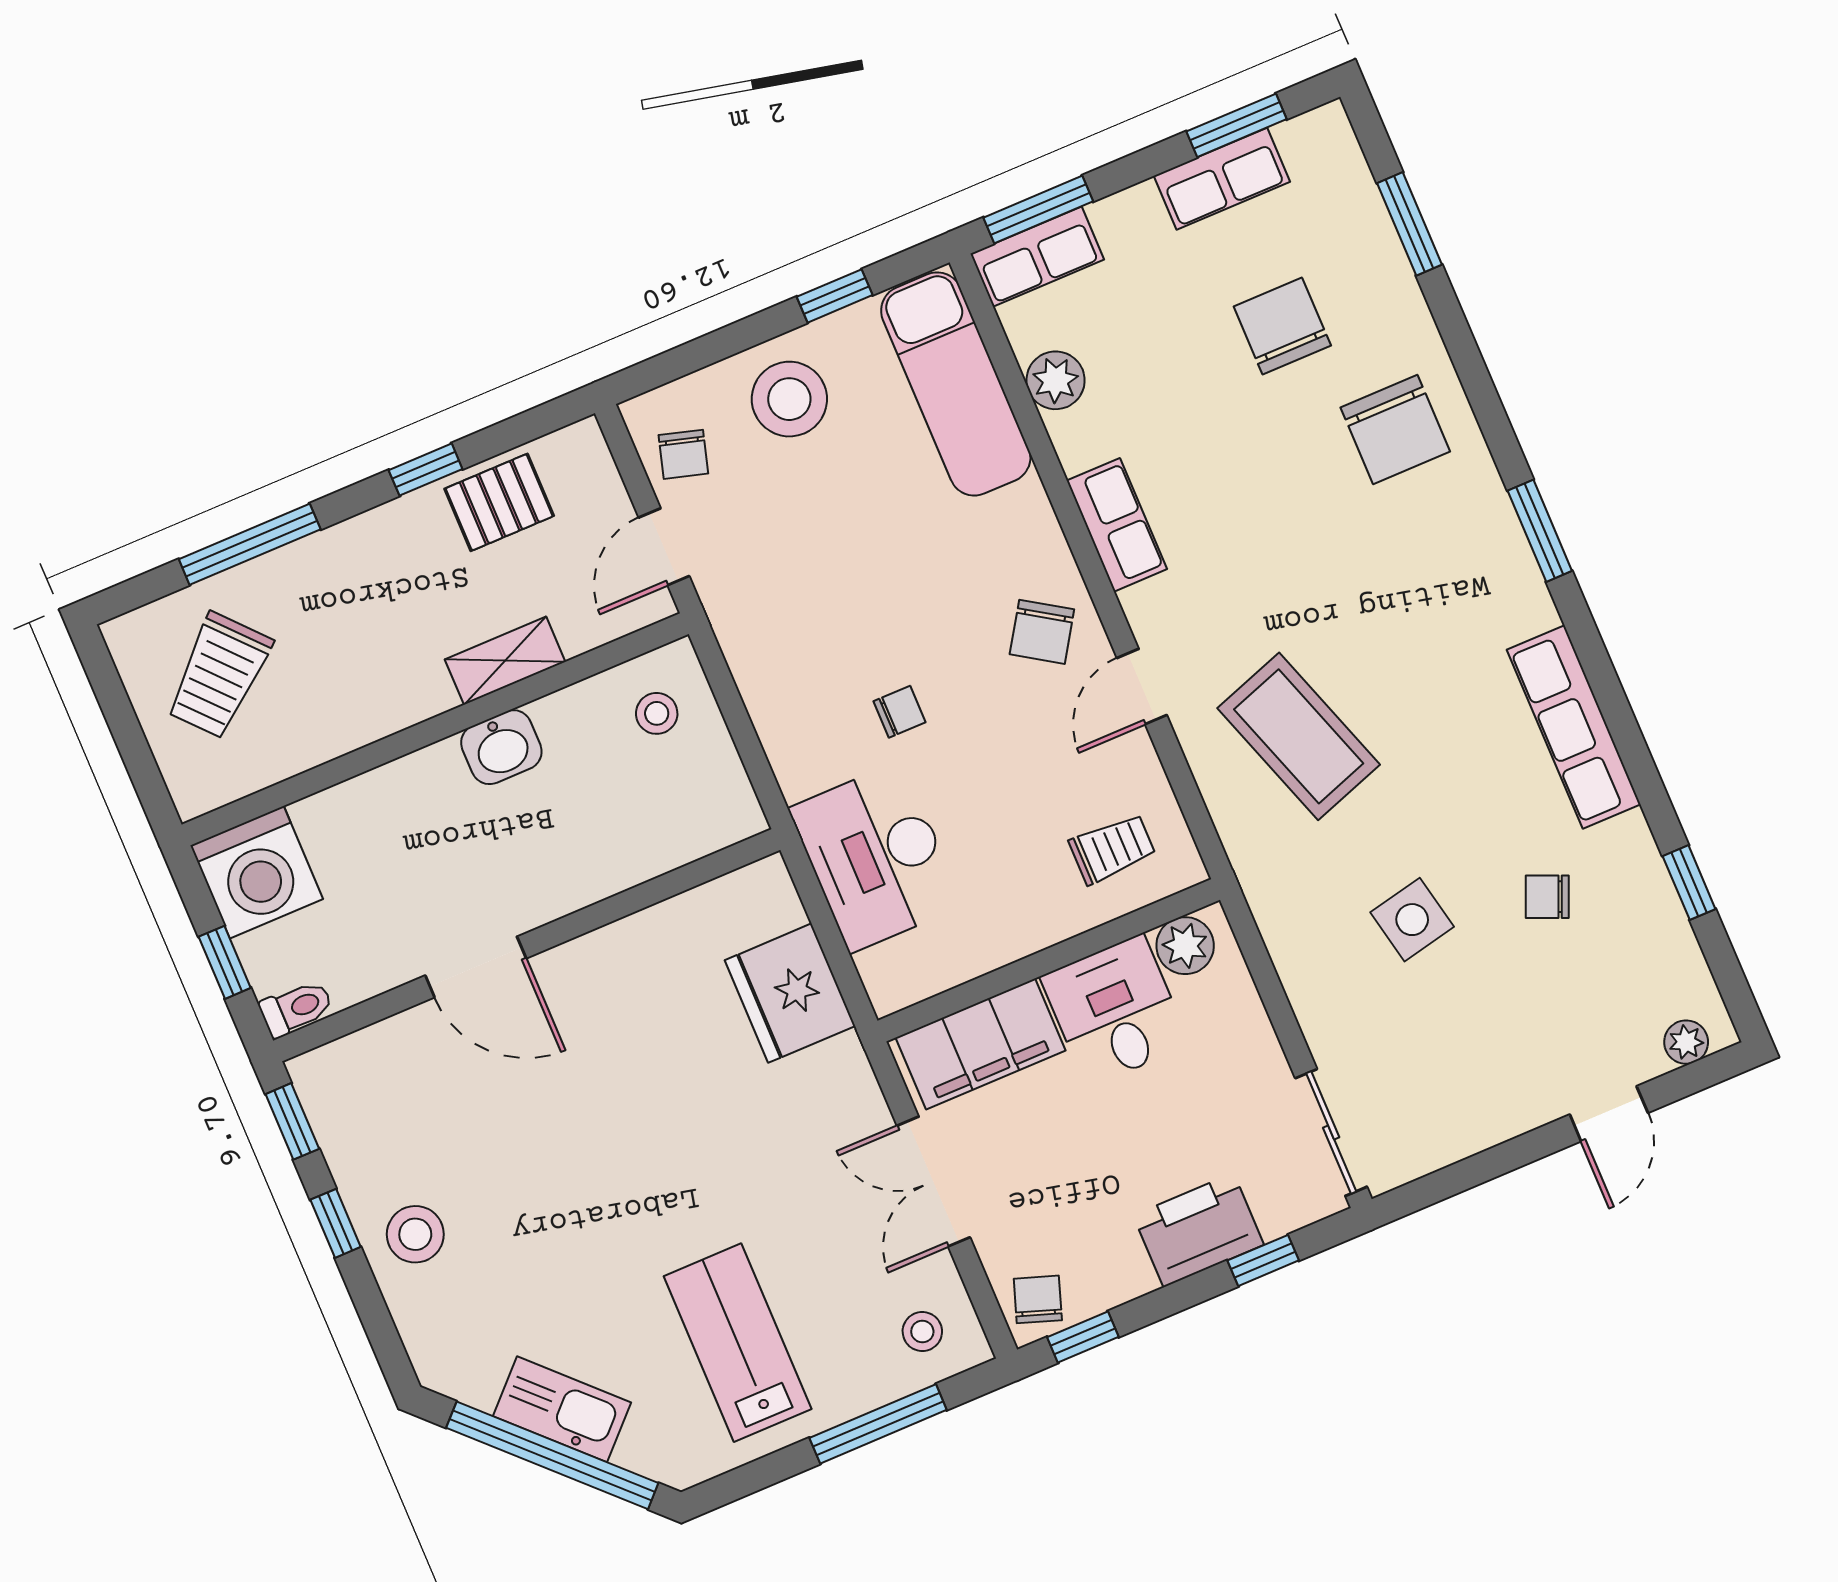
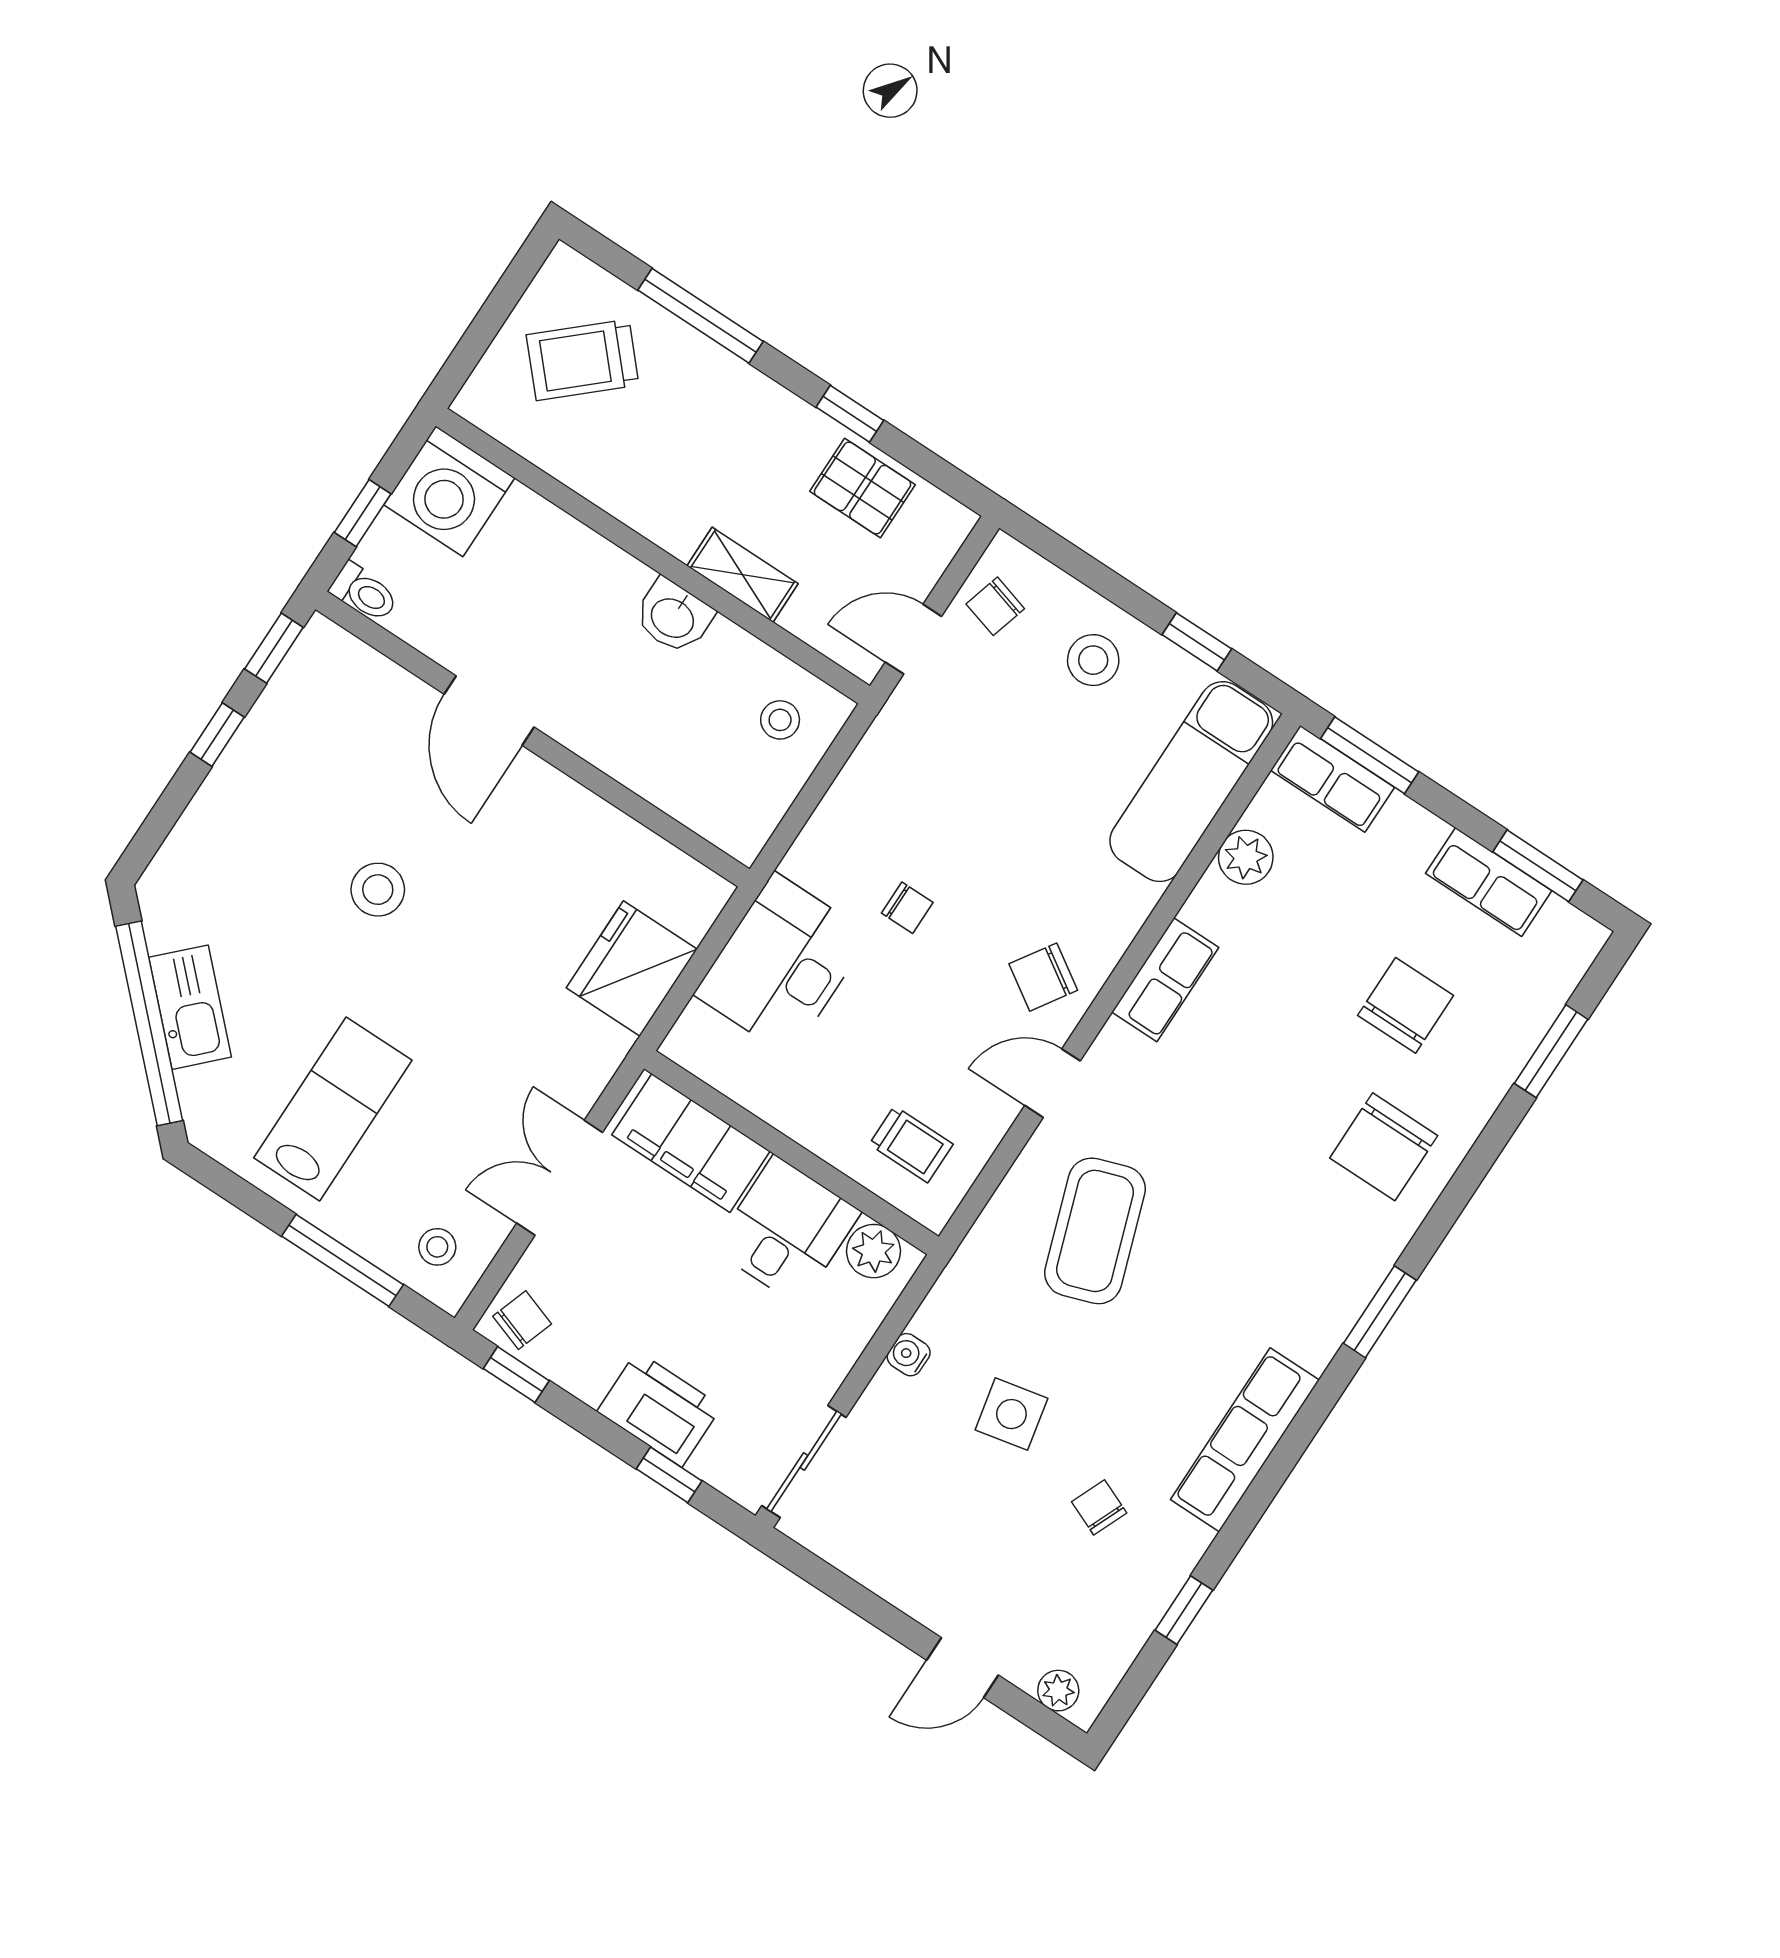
stool: (789, 399) -> (1093, 660), width x0.73, depth x0.73
water cooler: (1298, 976) -> (909, 1355), added
stool: (415, 1234) -> (378, 890), moved

